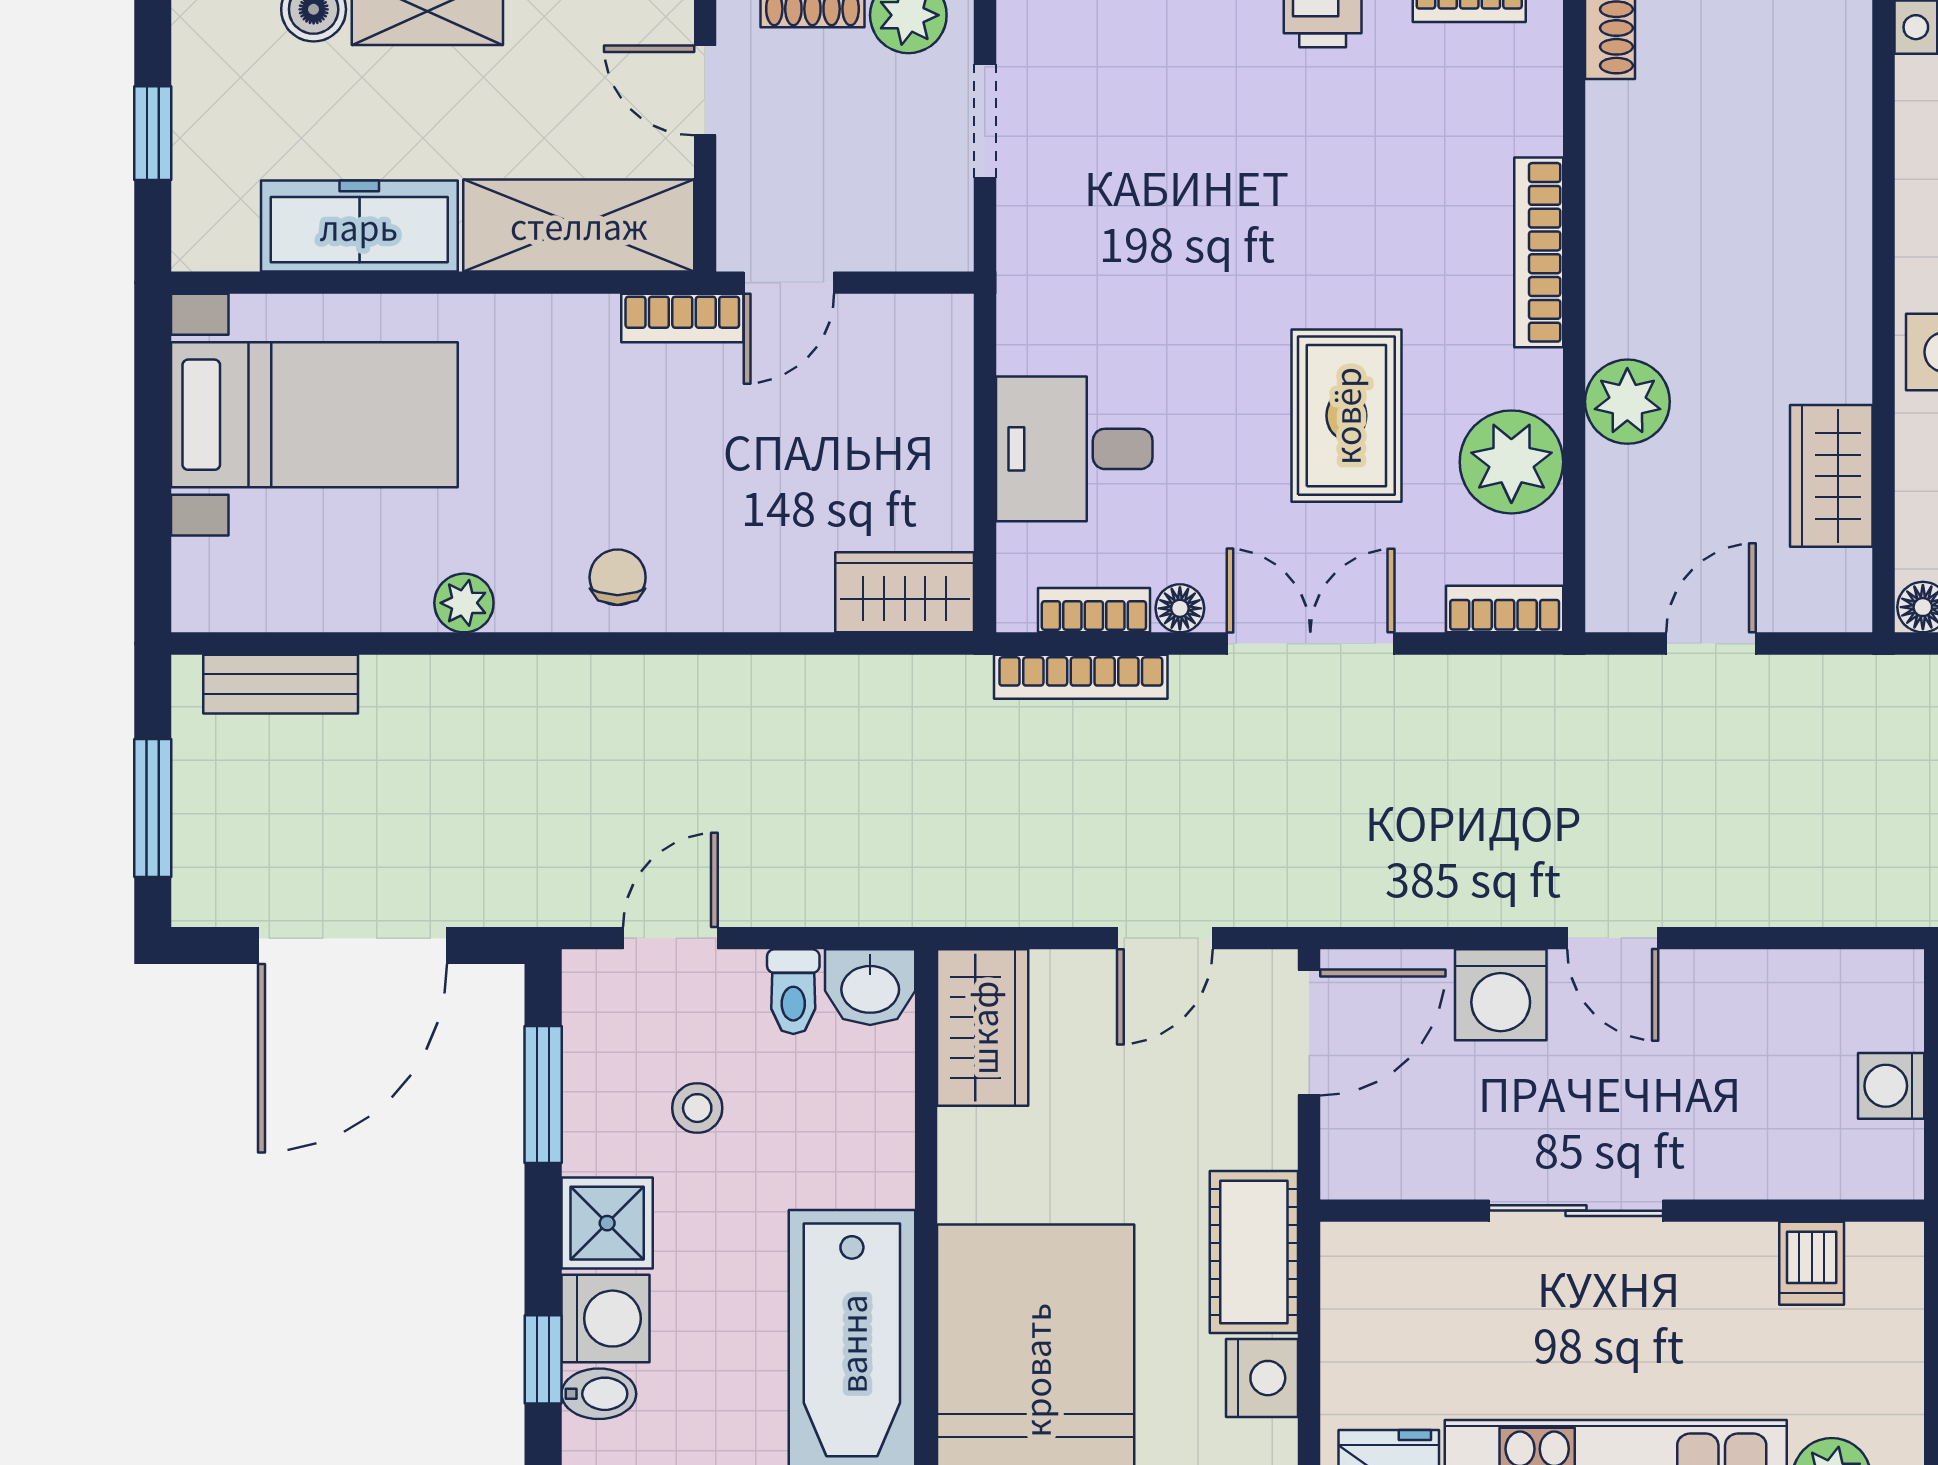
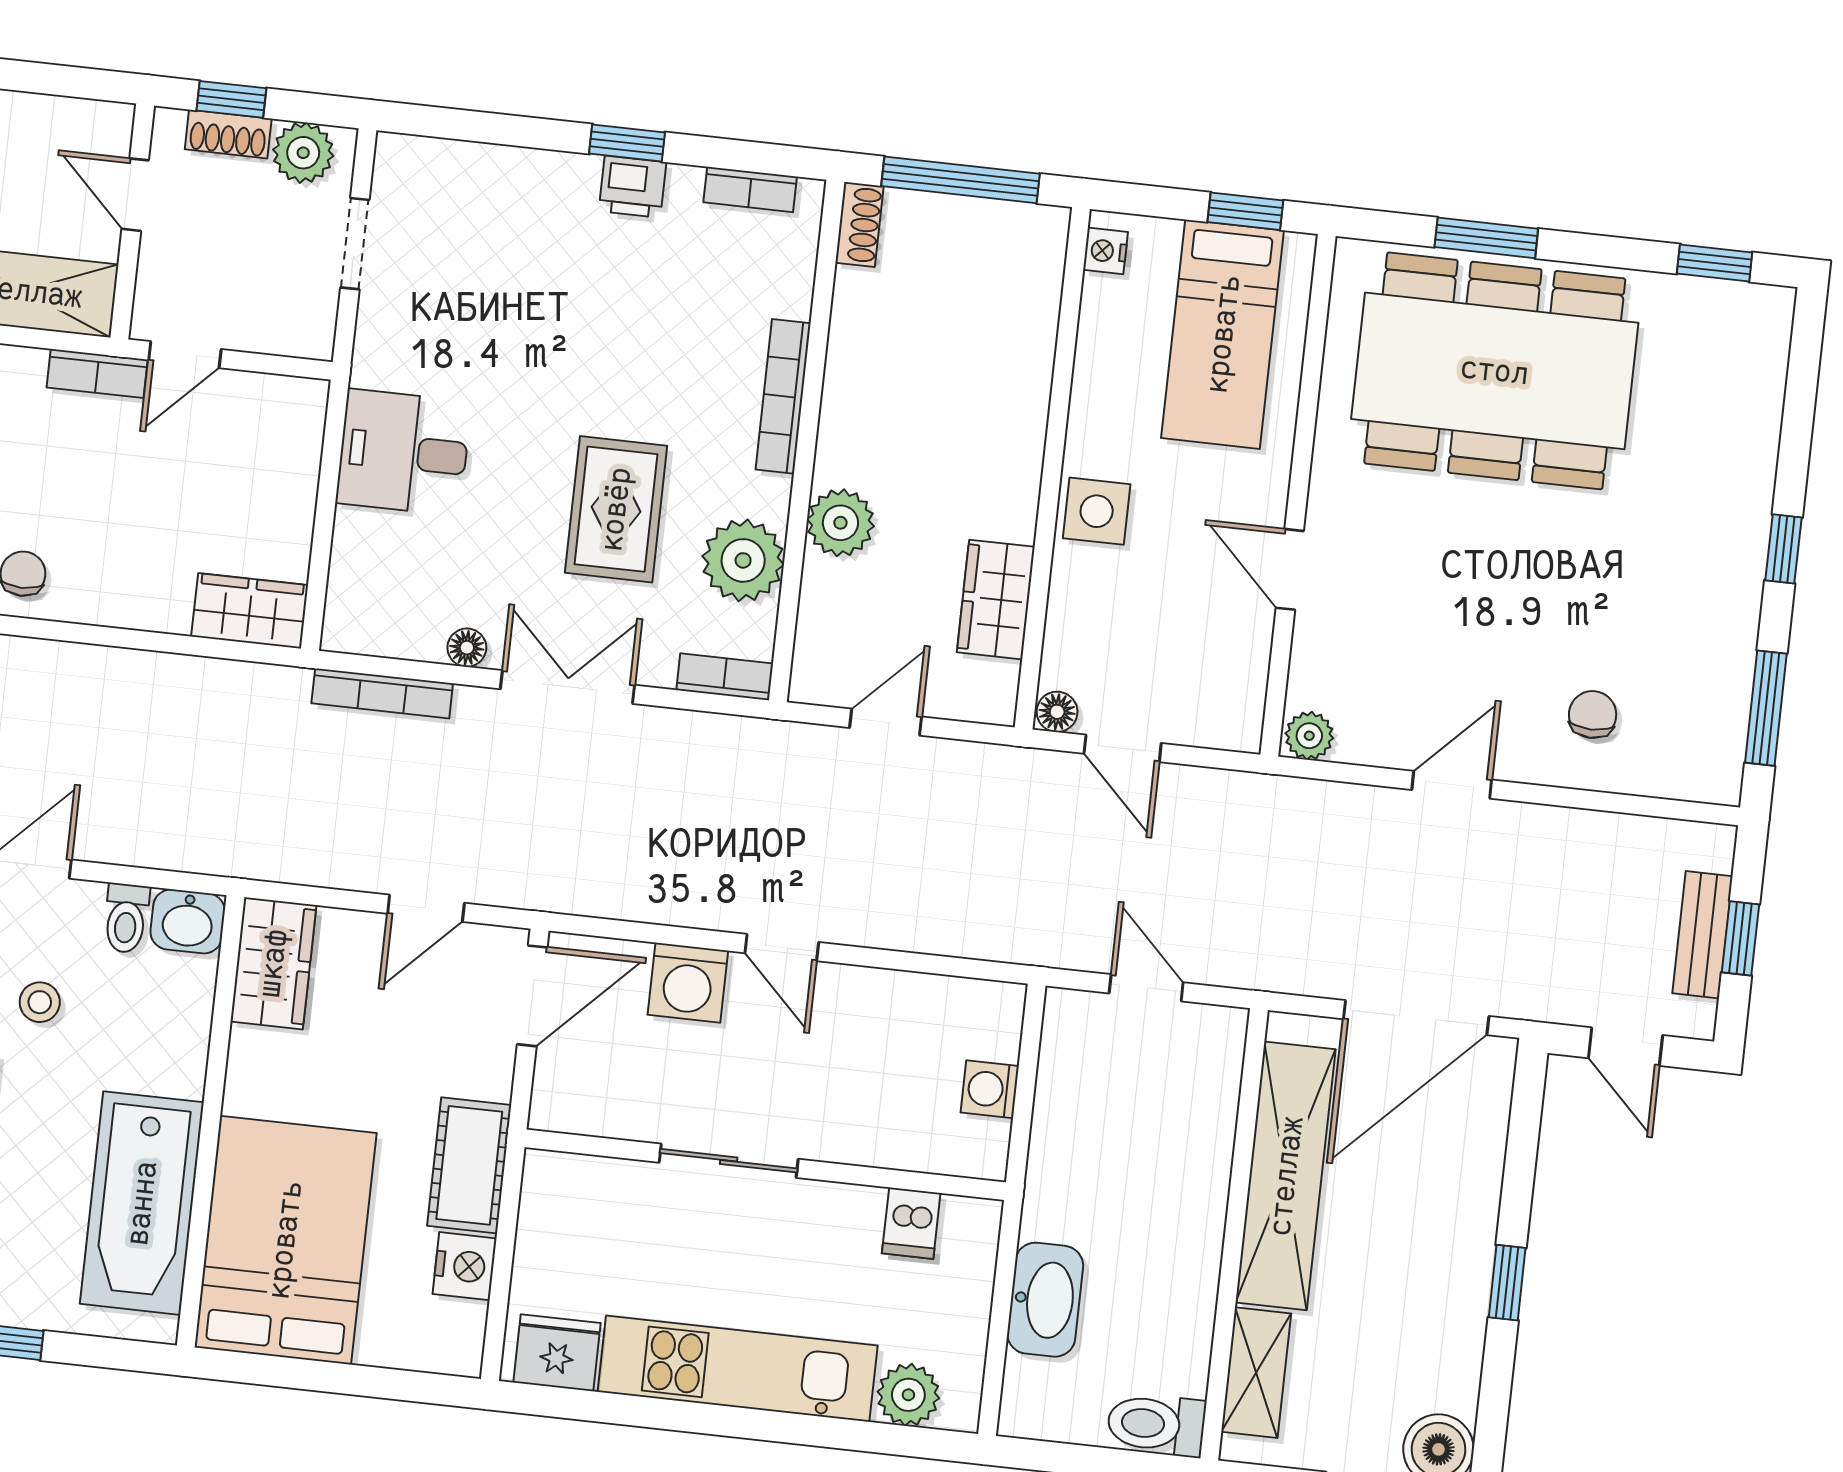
desk: (1074, 449) -> (403, 452), moved
bookcase: (1094, 610) -> (398, 642), removed

